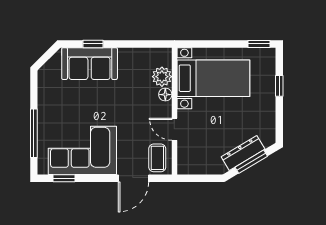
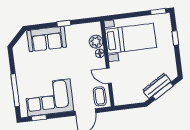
window: (93, 44) -> (64, 23), moved

